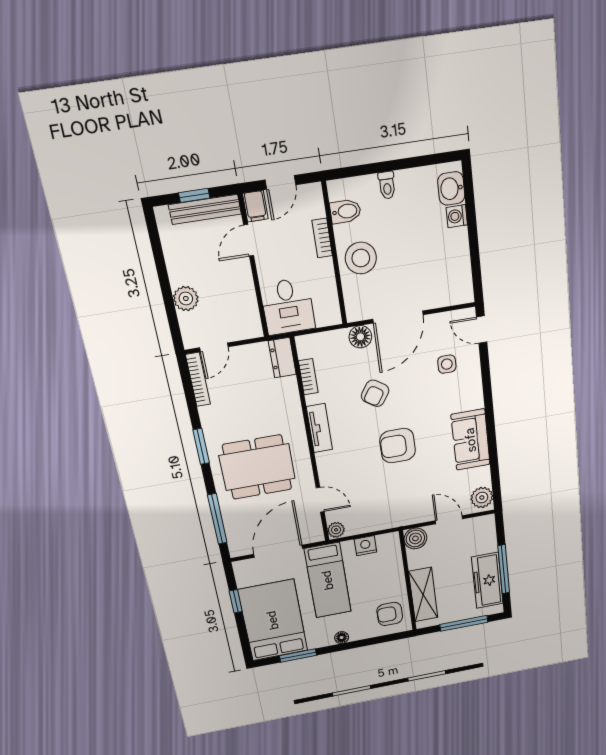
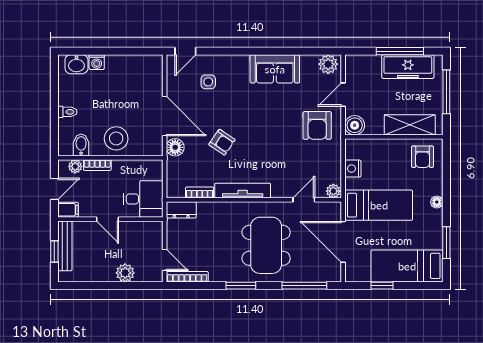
door: (280, 182) -> (54, 189), hinge flipped
plant: (316, 208) -> (75, 166), added
door: (249, 240) -> (107, 219), moved
tv unit: (319, 428) -> (243, 191), width x1.41
armchair: (398, 446) -> (317, 125), moved
bed: (273, 620) -> (407, 266), width x0.67

